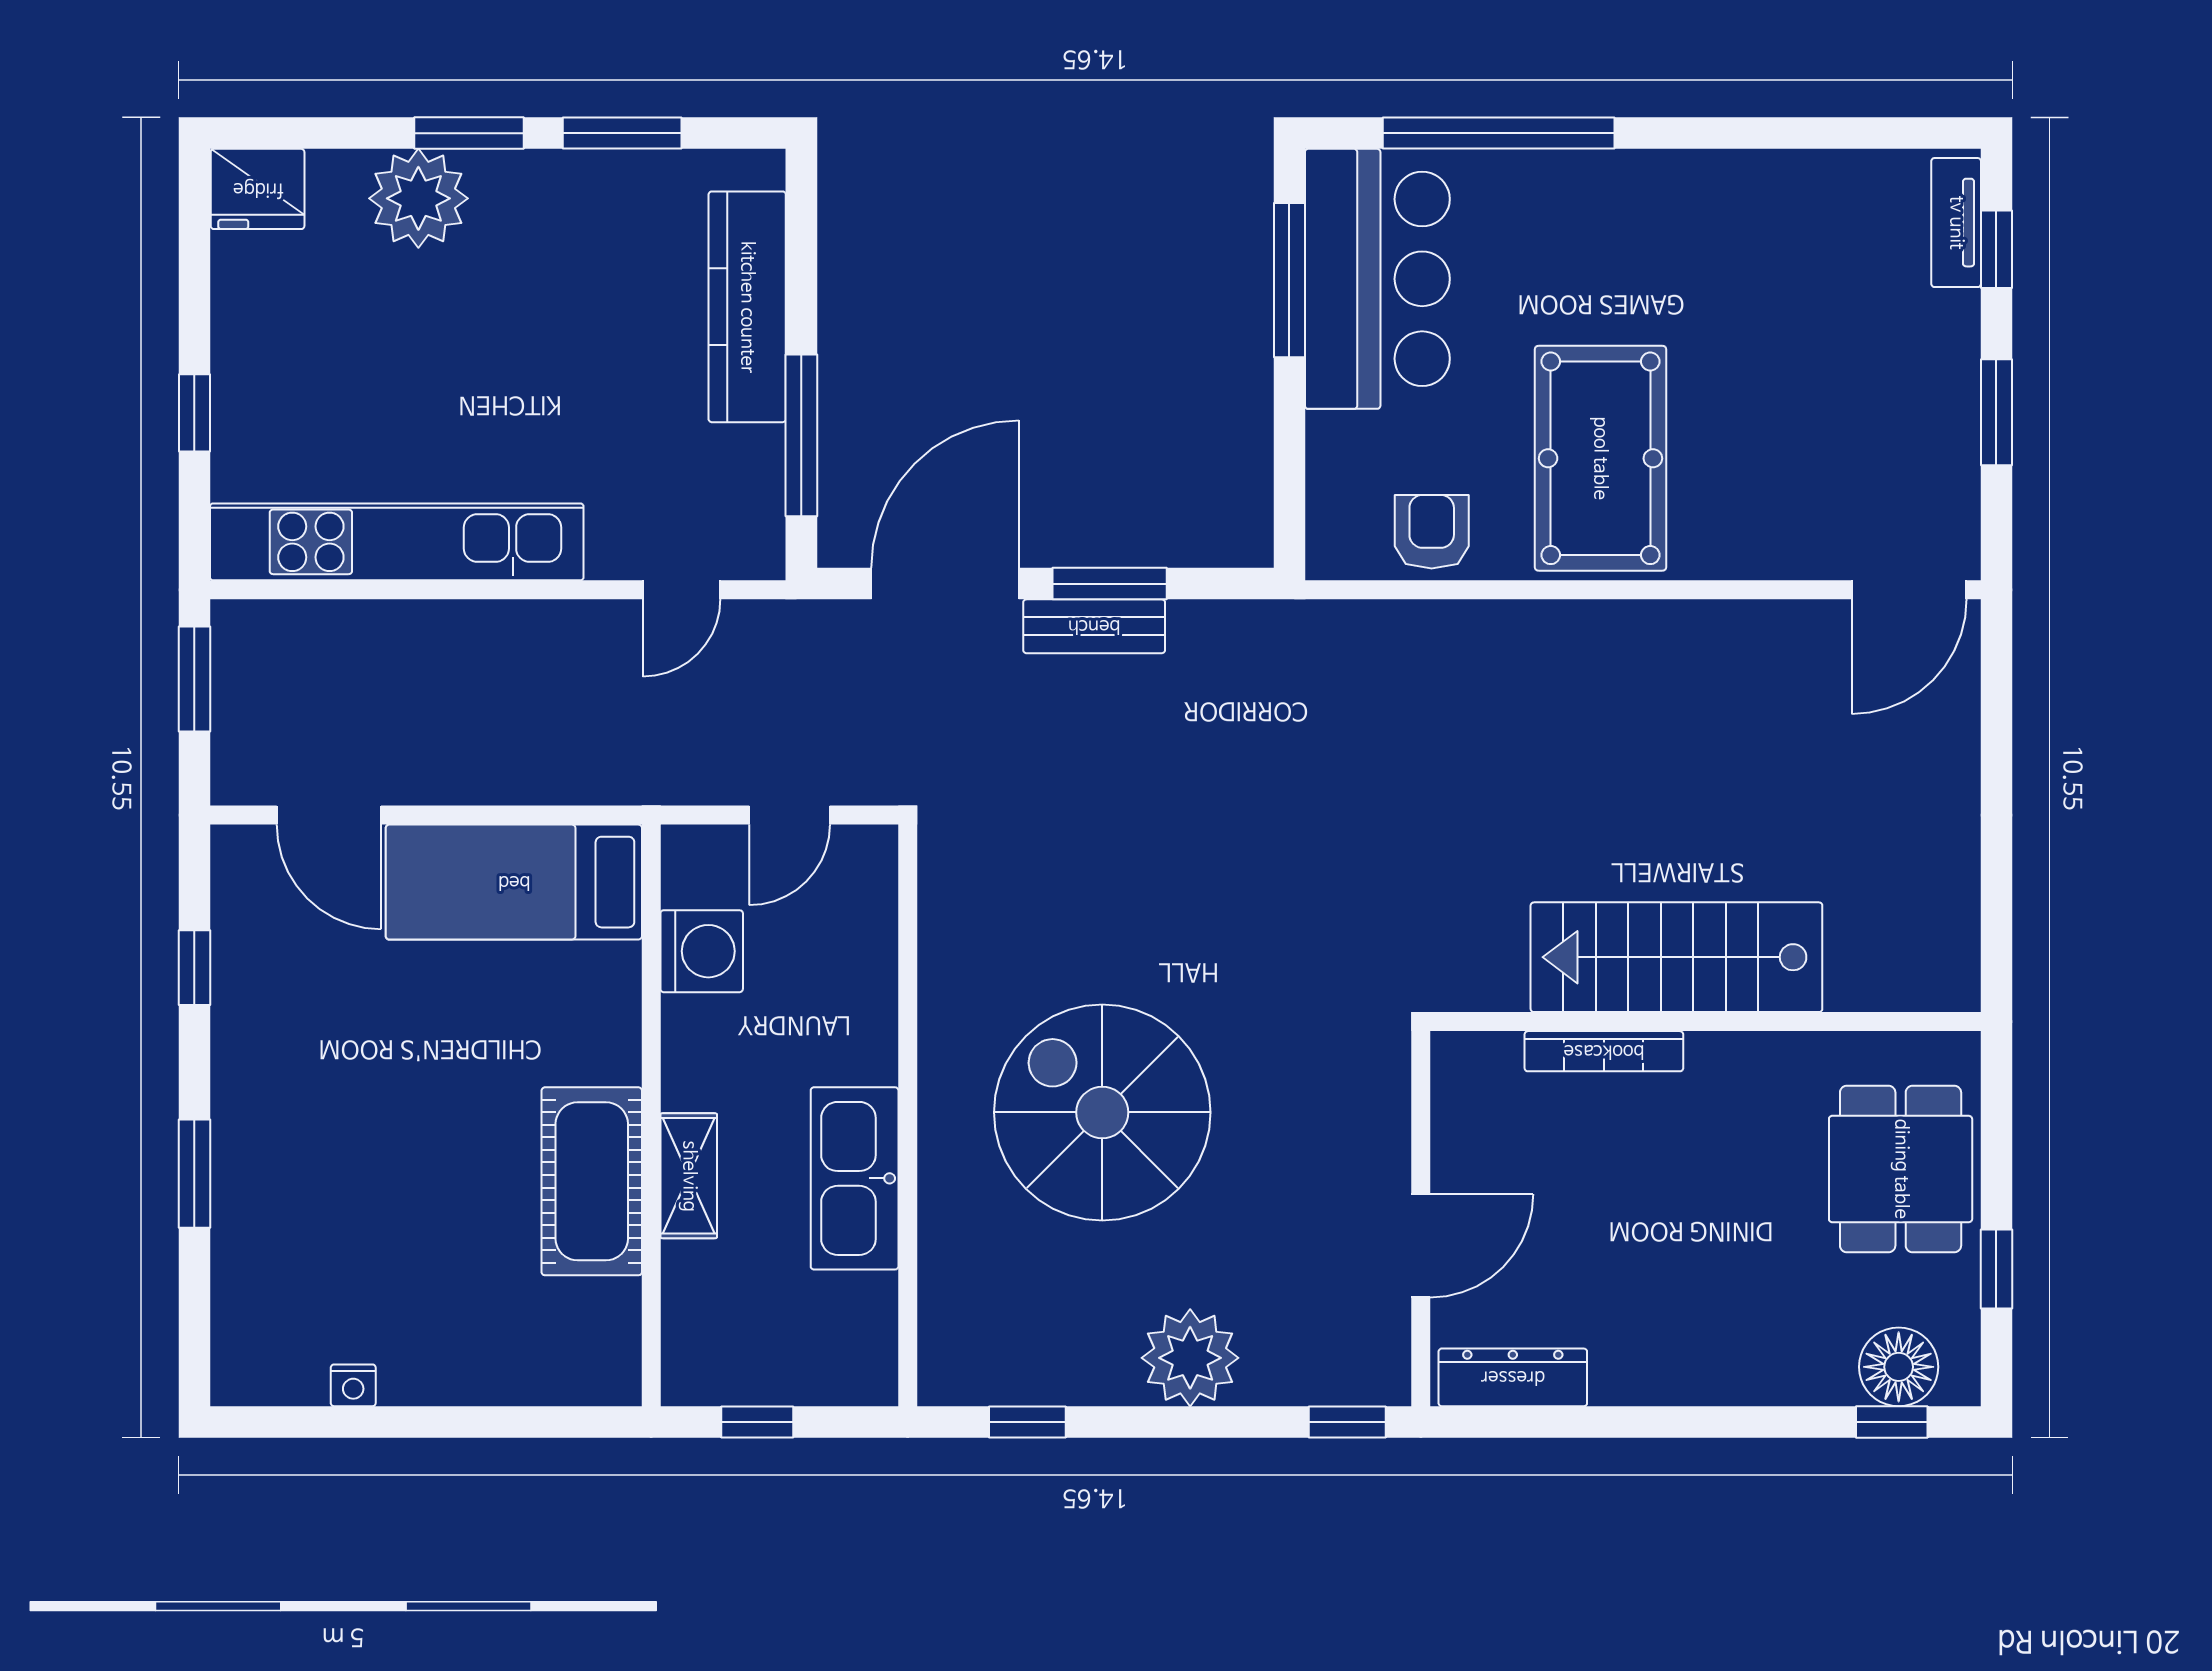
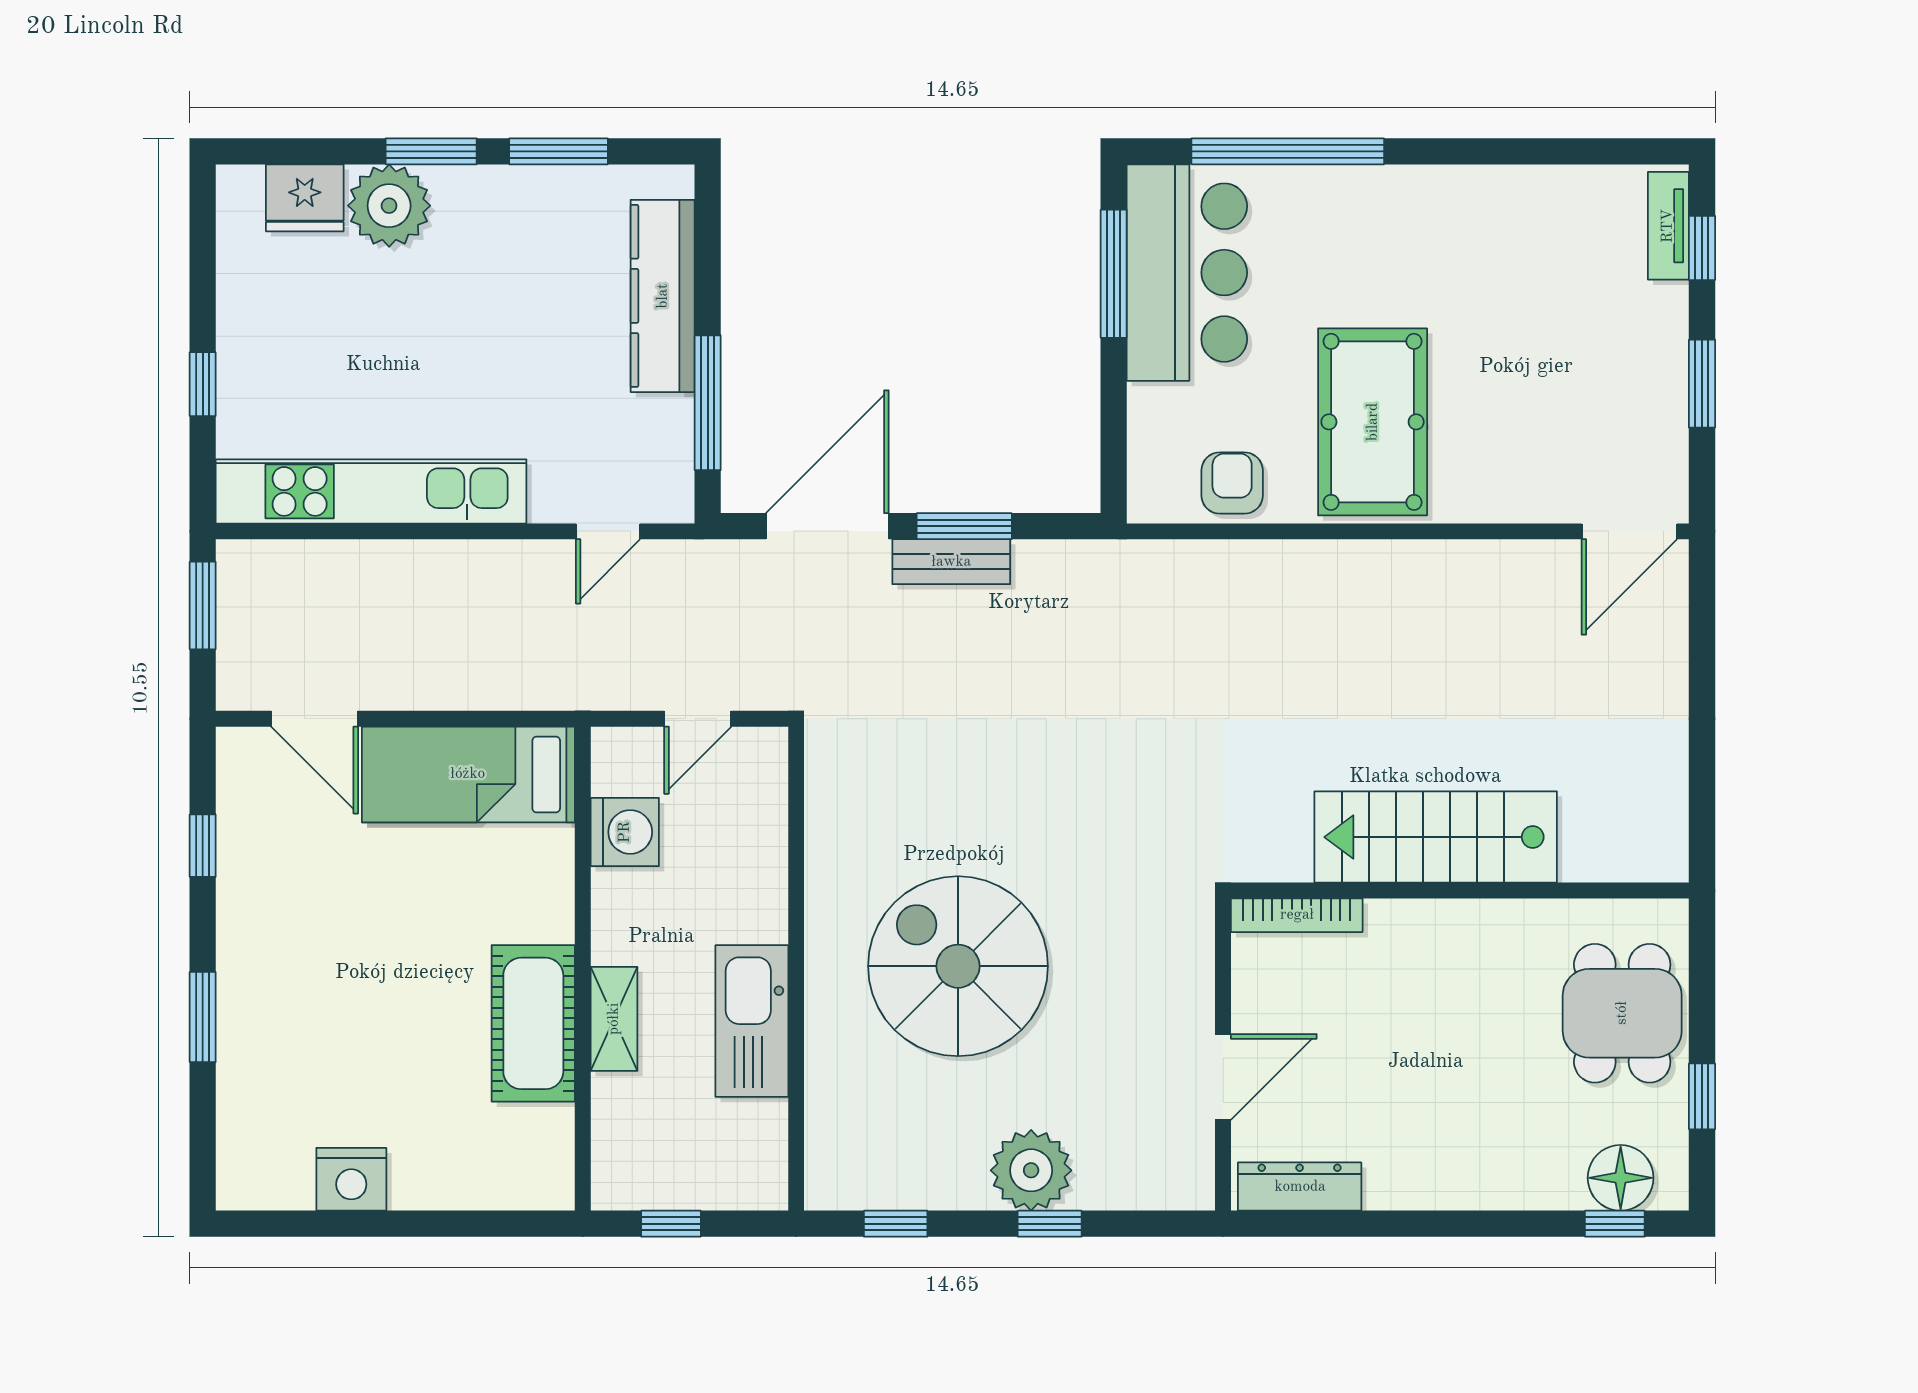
fridge: (258, 189) -> (305, 198), moved
bookcase: (1604, 1051) -> (1297, 915), moved
nightstand: (353, 1385) -> (351, 1179), width x1.89, depth x1.79
window: (1347, 1422) -> (1050, 1224), moved

